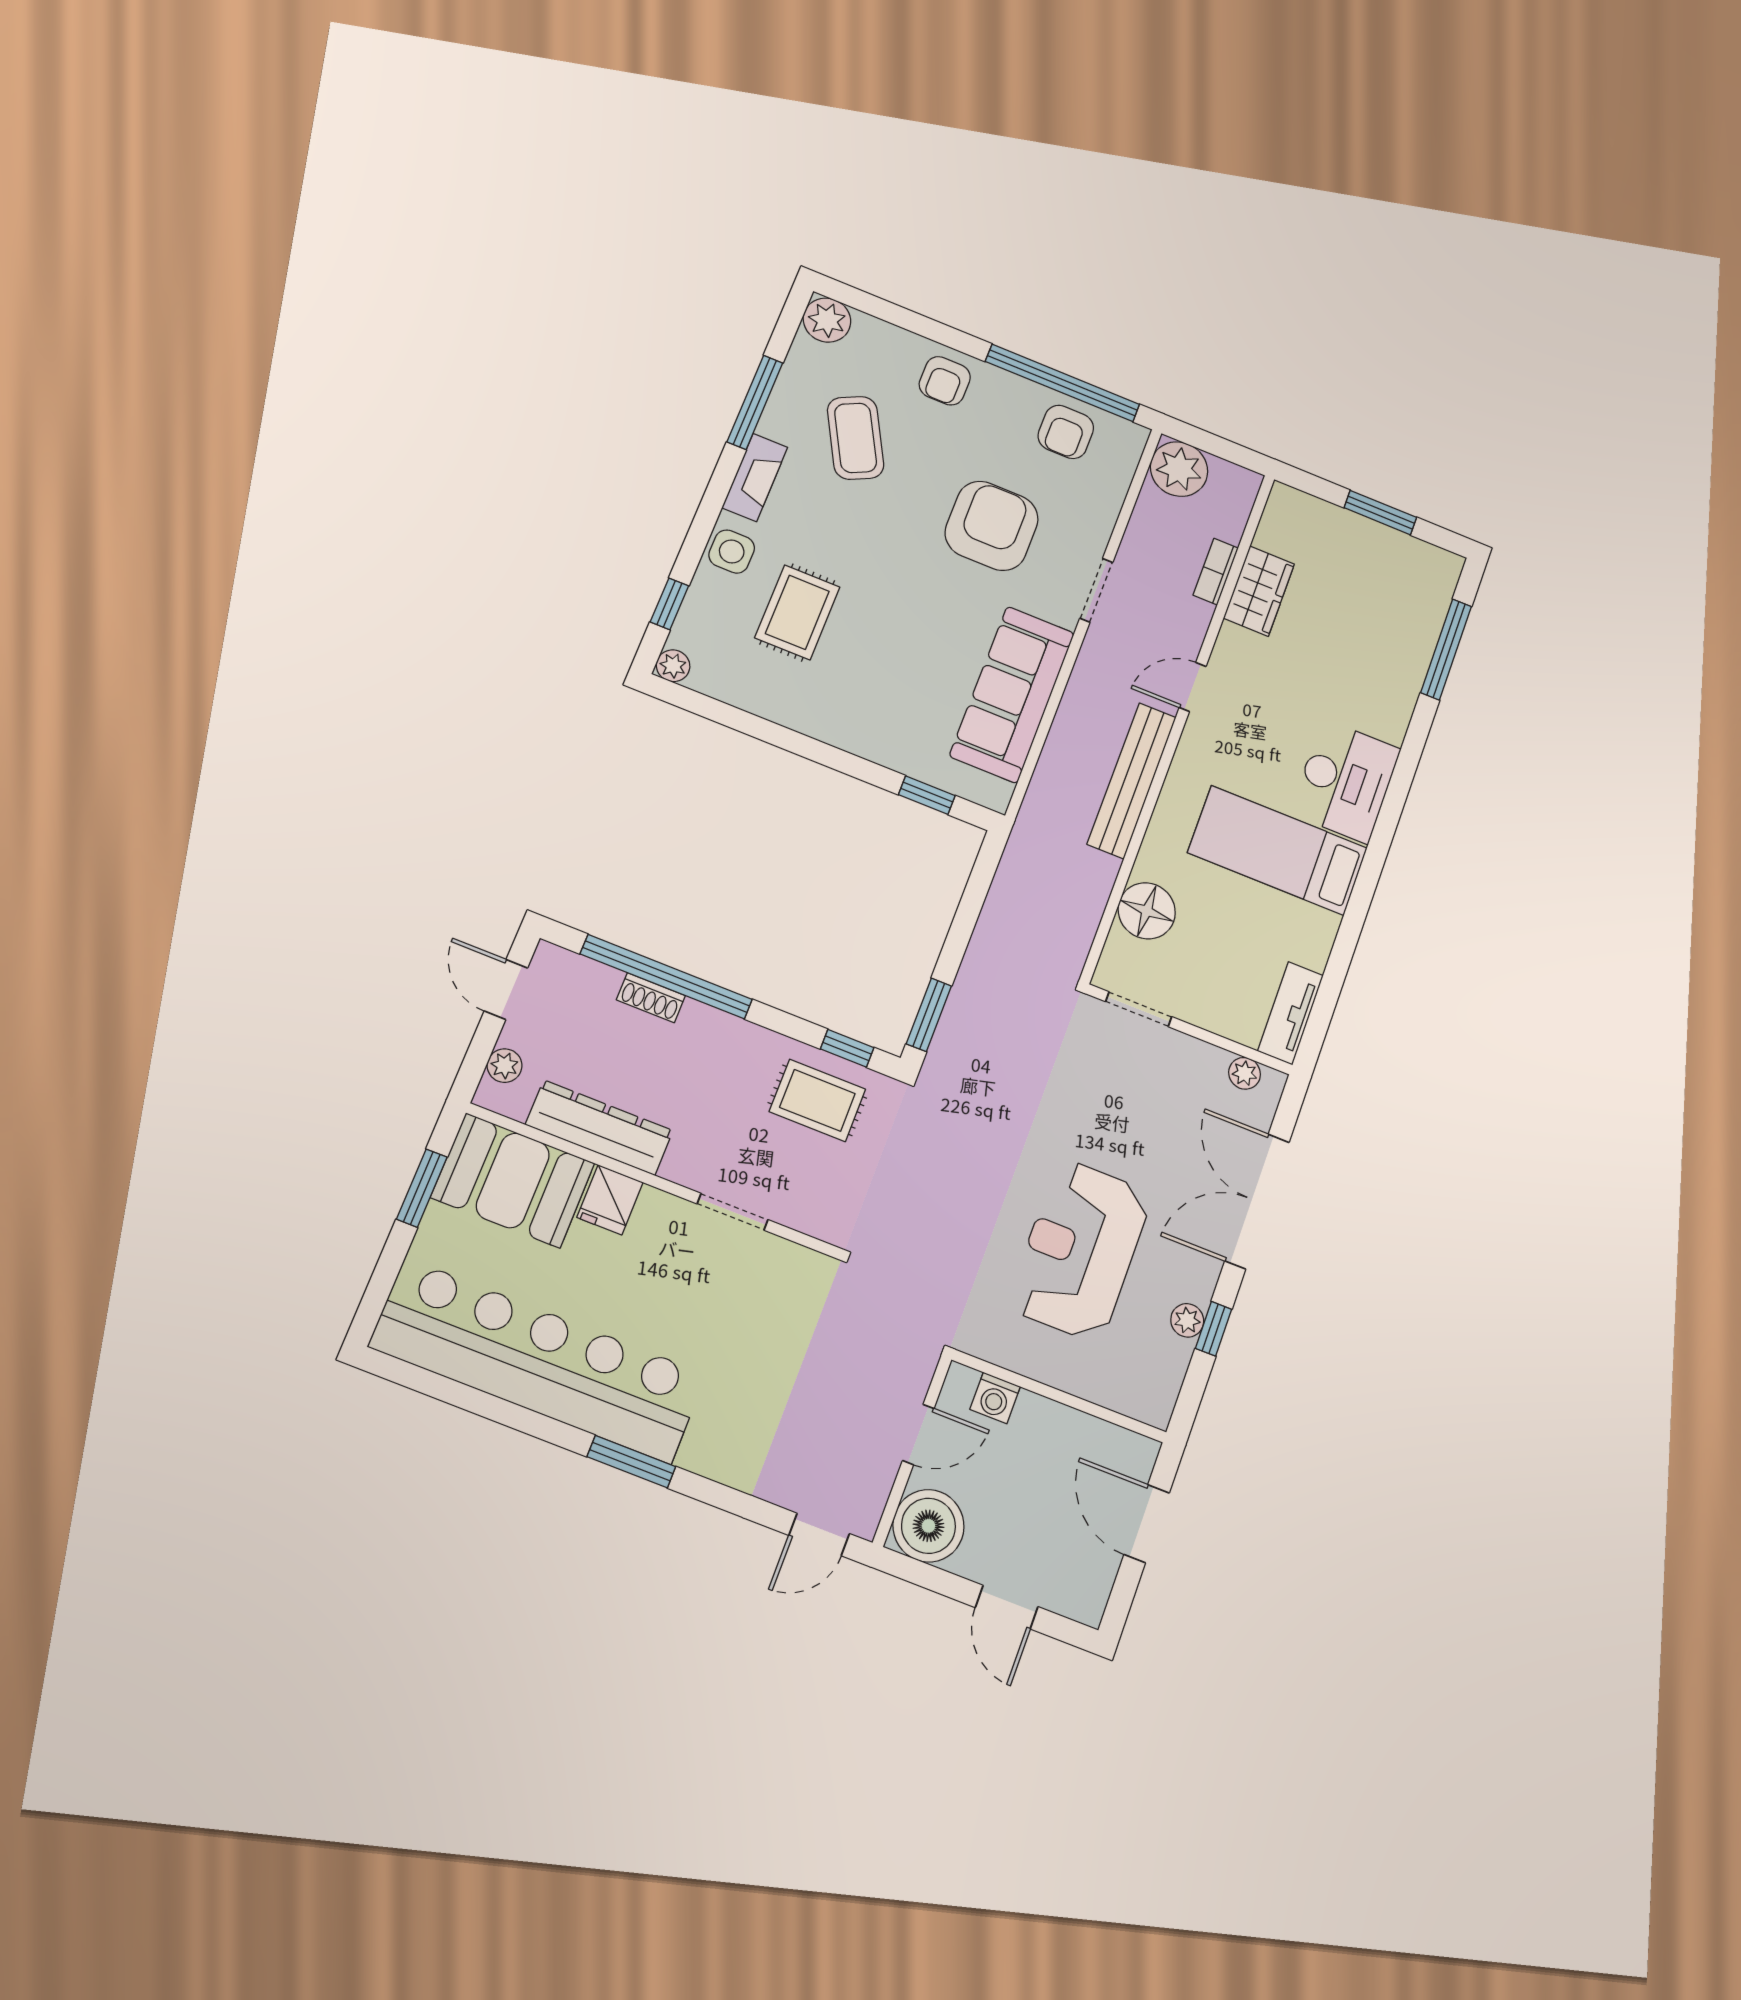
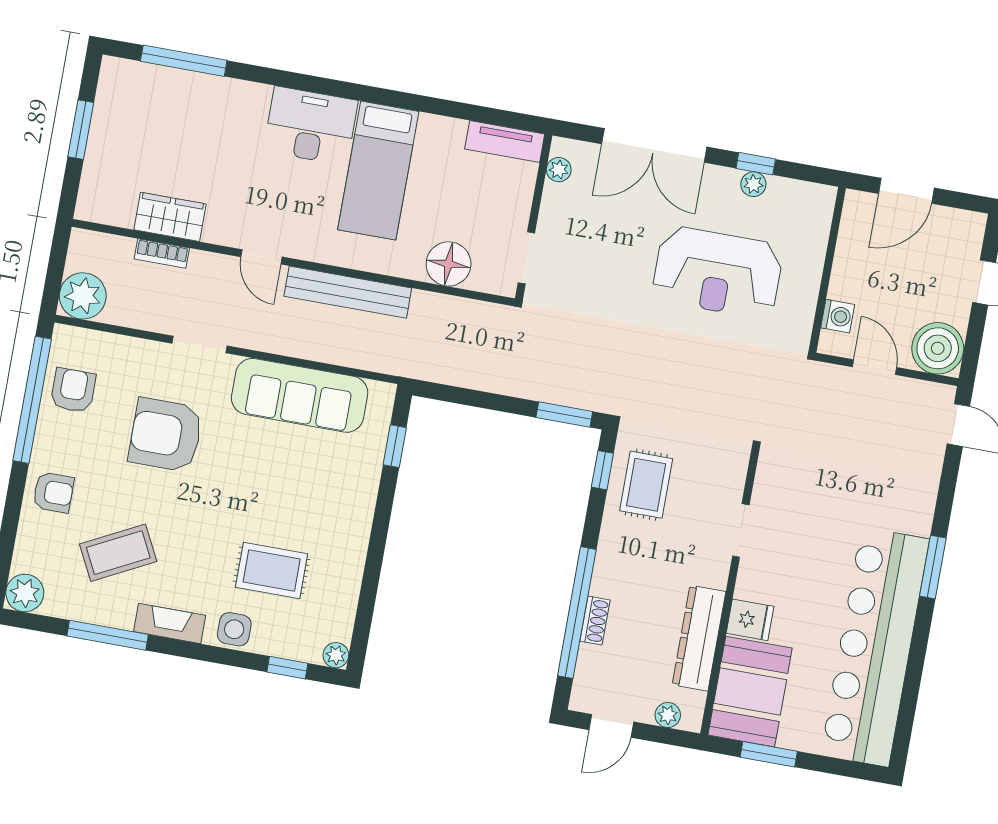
armchair: (1066, 432) -> (73, 390), turned -90

